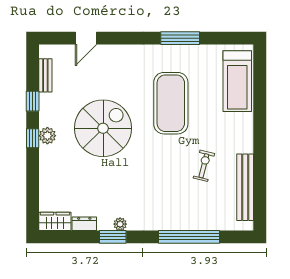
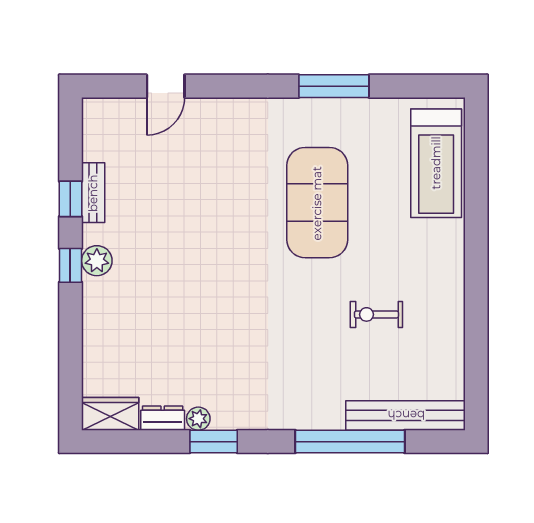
bench: (45, 75) -> (93, 193), moved
spiral stairs: (103, 128) -> (196, 247), removed
exercise bike: (204, 166) -> (376, 314), turned -104
bench: (245, 187) -> (406, 415), moved, turned 90
plant: (120, 224) -> (198, 419), moved

